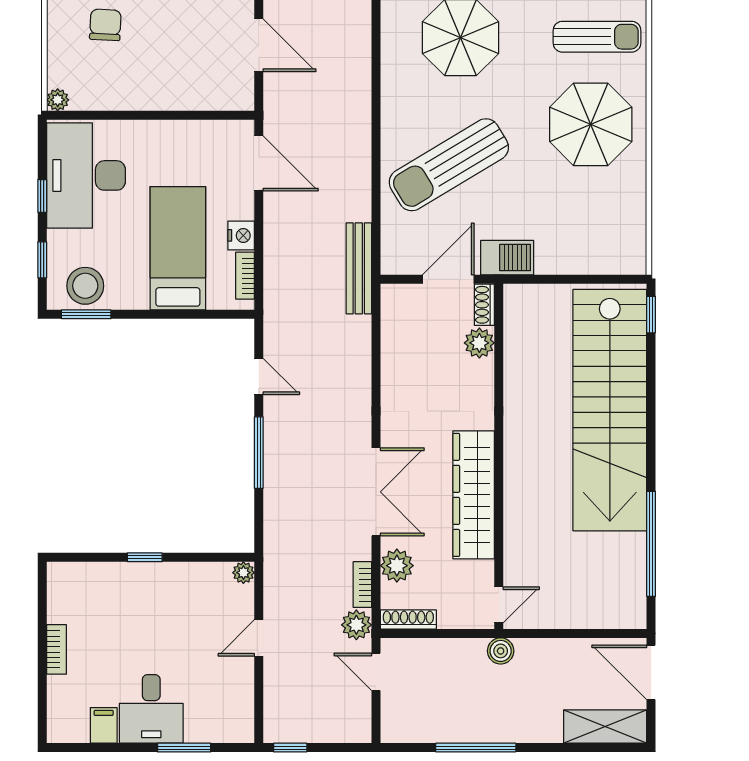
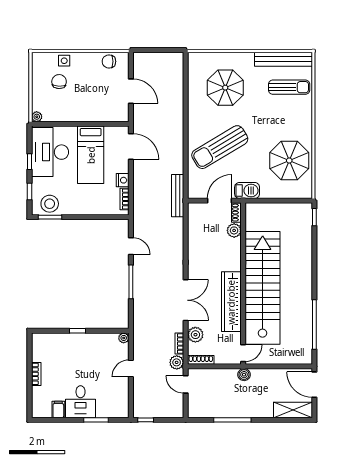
parasol: (591, 124) -> (289, 160), moved
bed: (178, 248) -> (91, 155), moved, turned 180
stairs: (610, 410) -> (263, 288), moved, turned 180

